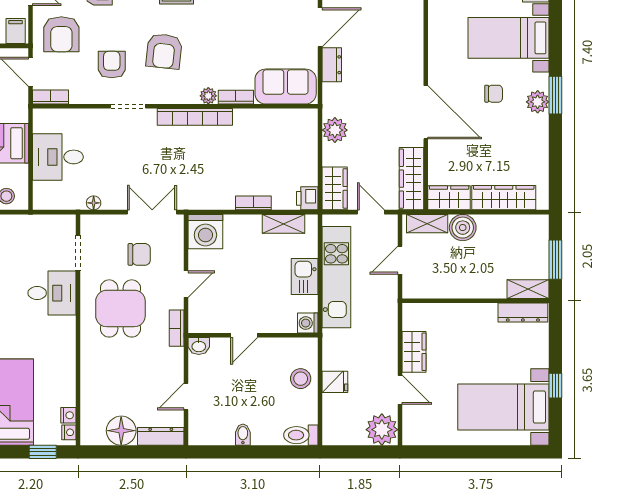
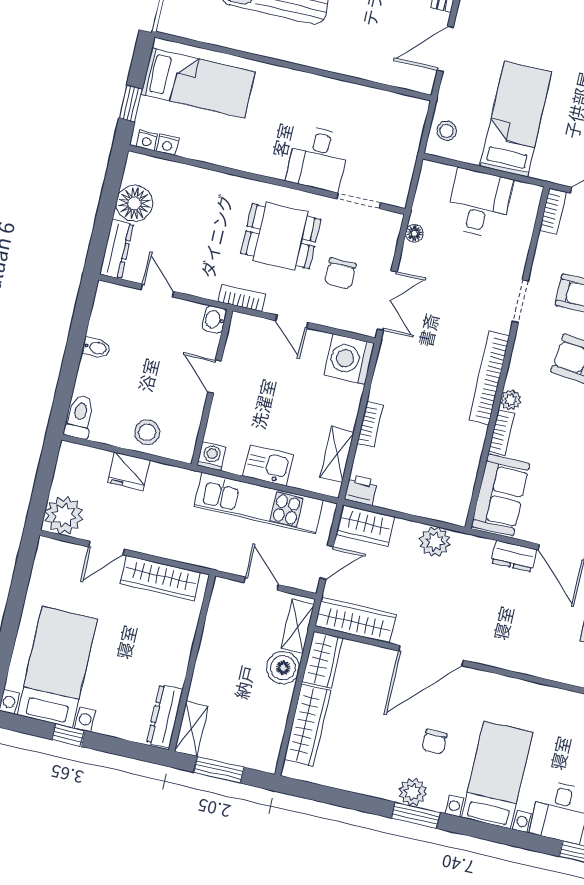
wardrobe: (414, 352) -> (160, 578), width x1.50
fridge: (335, 382) -> (129, 471), width x1.38

